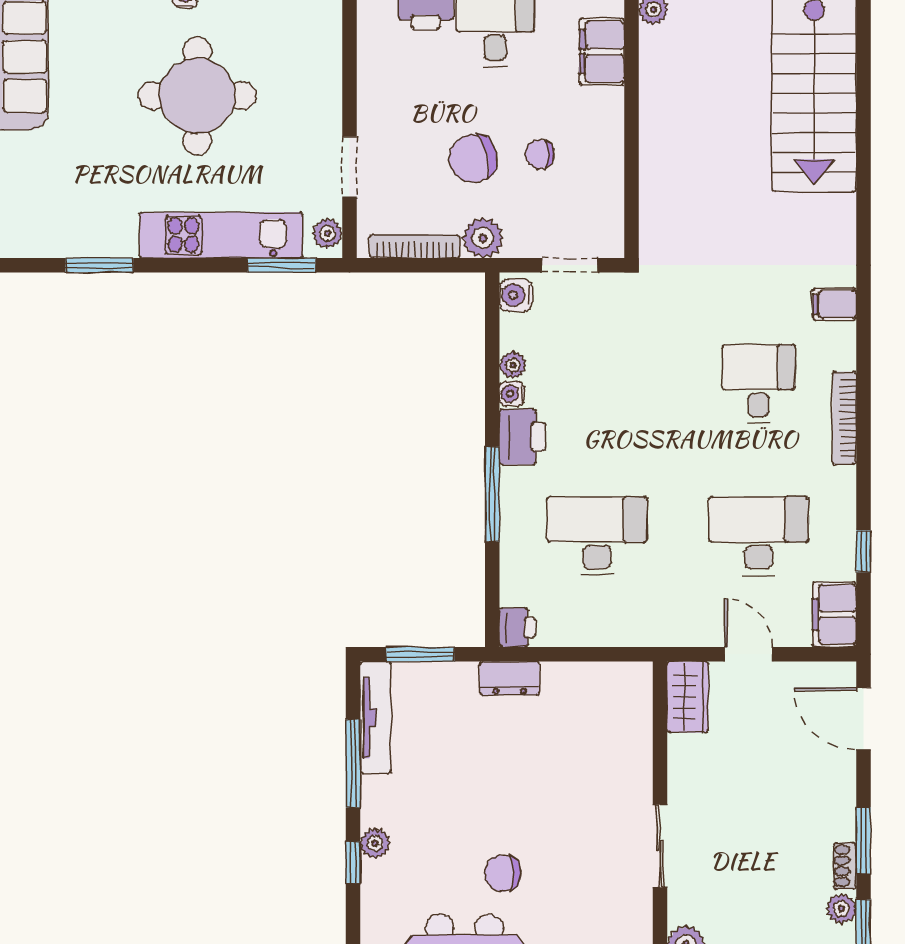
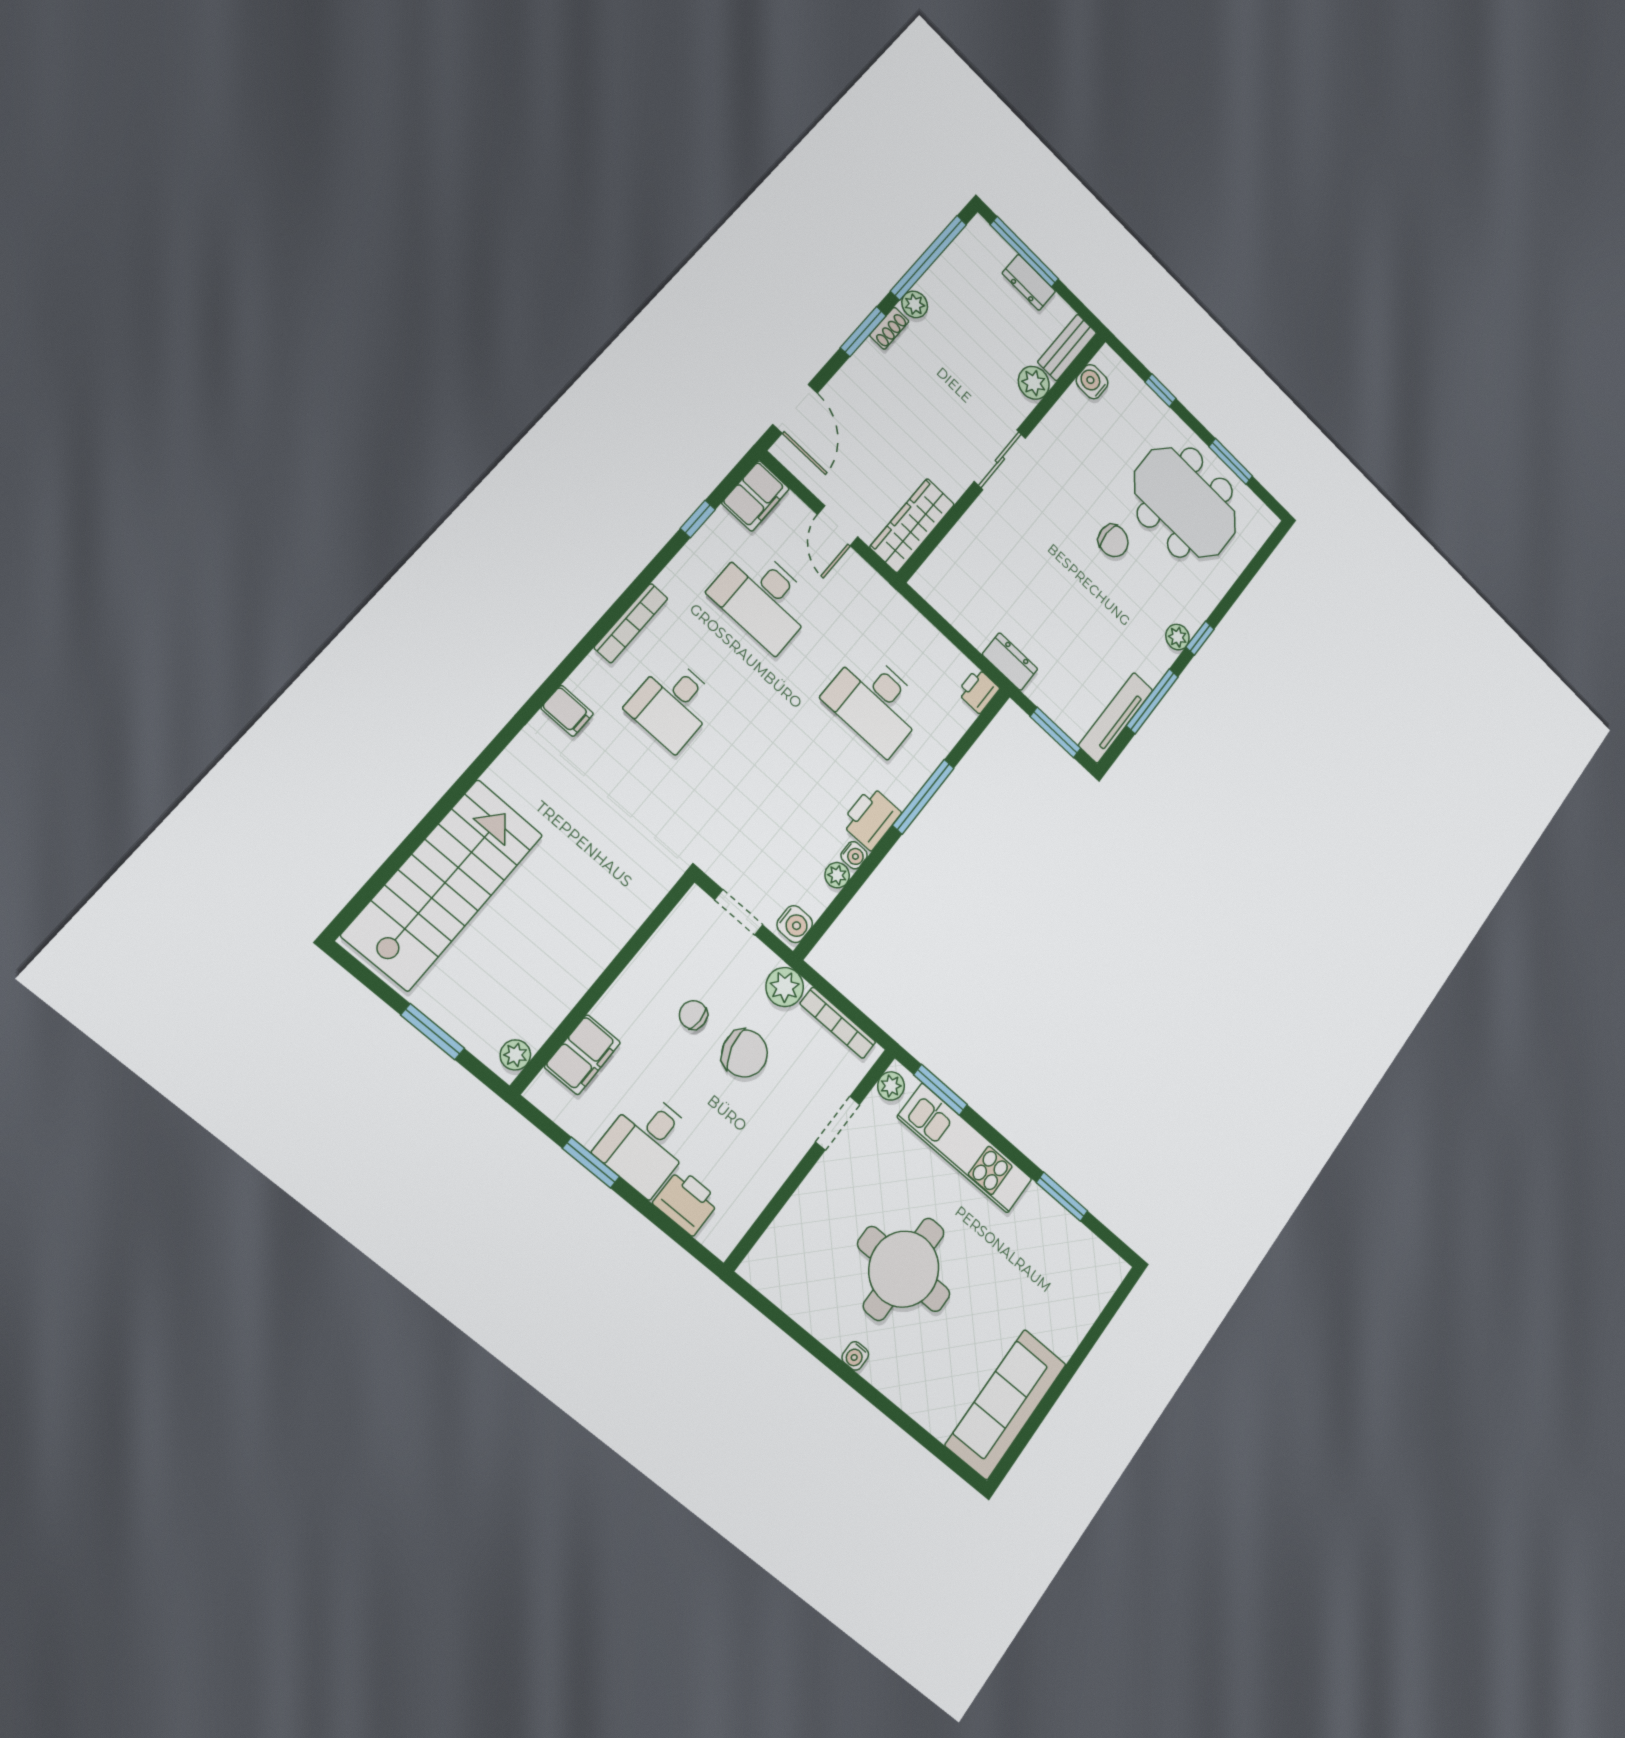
chair: (540, 154) -> (693, 1015), turned 180
wardrobe: (688, 697) -> (912, 526), width x1.50

